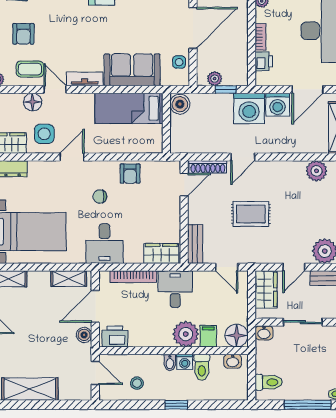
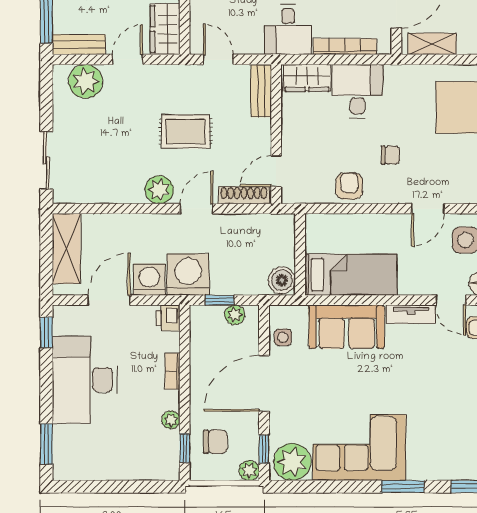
printer: (264, 61) -> (168, 318), moved
plant: (317, 171) -> (159, 190), moved
desk: (105, 244) -> (357, 91), moved

